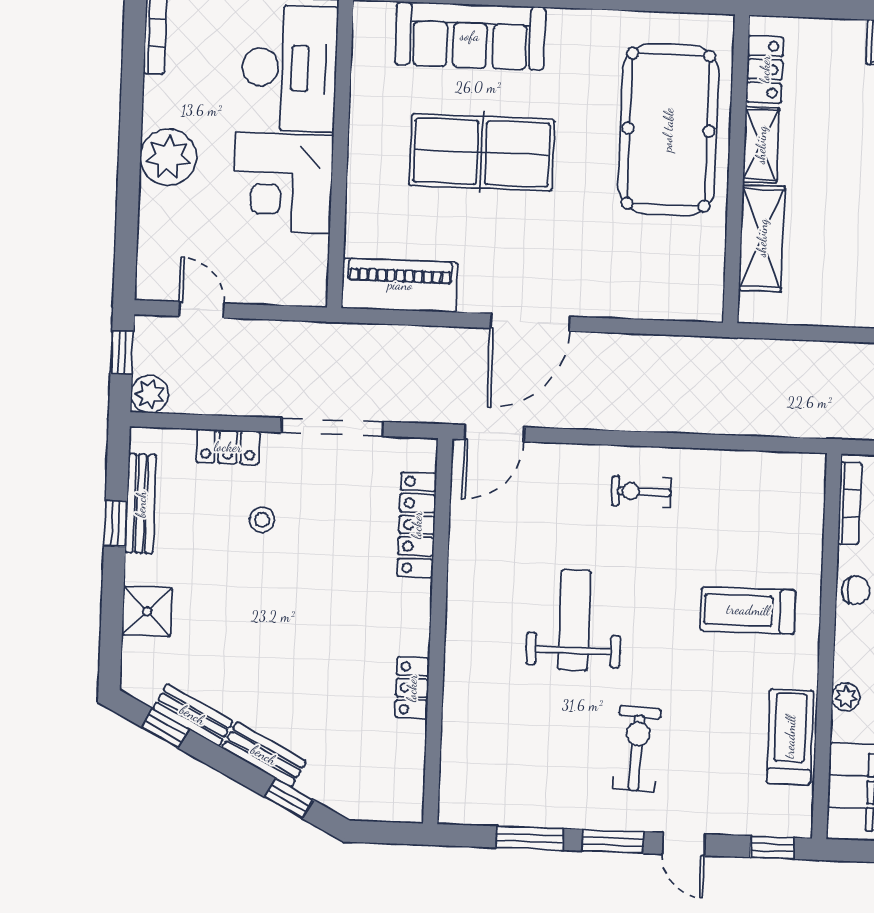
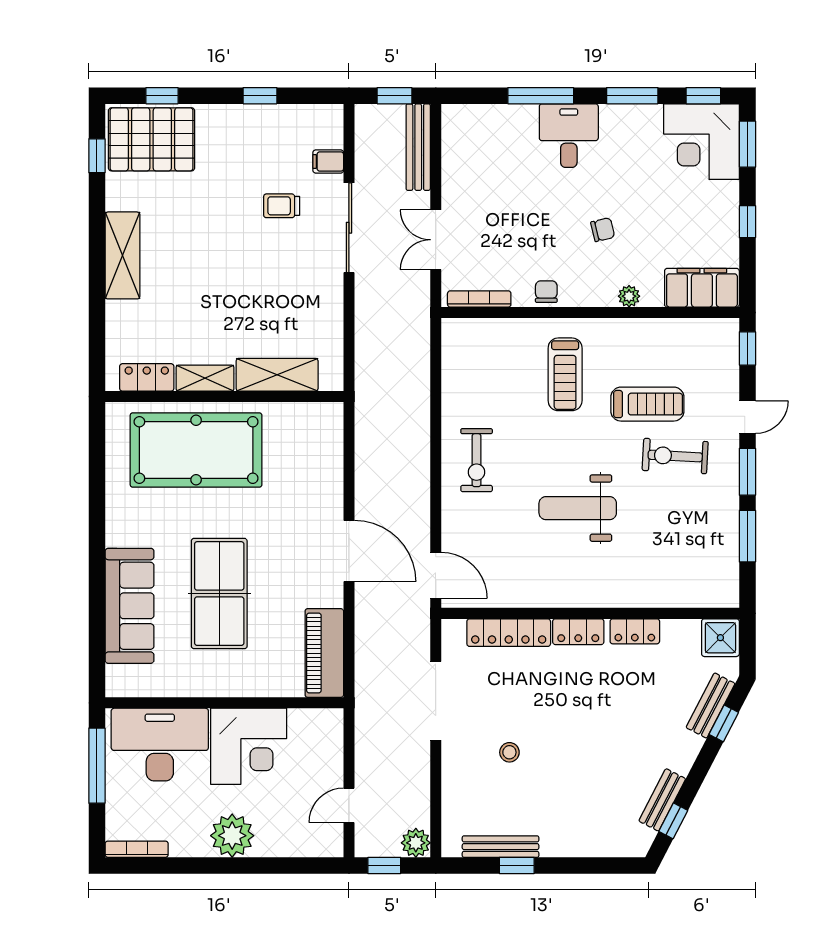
locker: (228, 447) -> (578, 632), moved, turned 90
exercise bike: (641, 492) -> (477, 460), width x1.38, depth x1.39
shower: (147, 611) -> (720, 638), moved
treadmill: (790, 737) -> (647, 404), moved, turned 180
bench: (264, 755) -> (711, 705), moved

